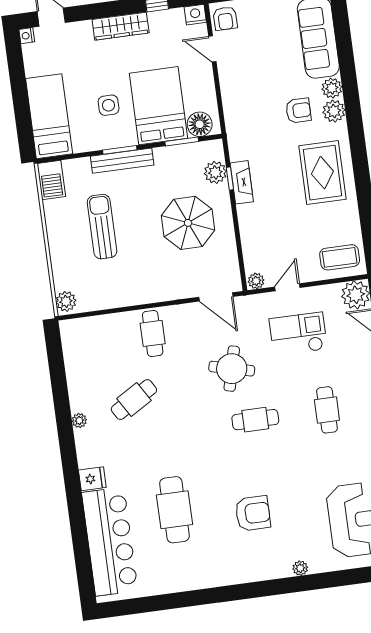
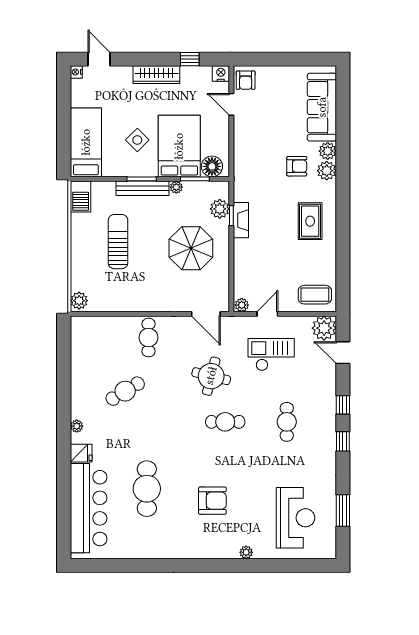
side table: (109, 105) -> (137, 140), turned 45
plant: (161, 154) -> (176, 187), added
rug: (322, 173) -> (310, 221), width x0.73, depth x0.70
plant: (79, 420) -> (77, 426), moved

